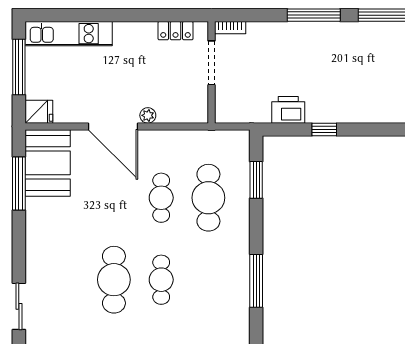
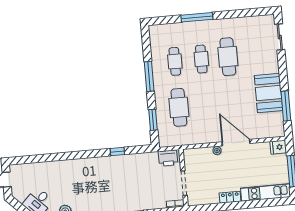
locker: (176, 31) -> (230, 197), moved
printer: (288, 110) -> (168, 158), moved
booth: (48, 163) -> (269, 93), moved
cafe table: (161, 198) -> (175, 61), moved
window: (256, 281) -> (149, 76), moved

